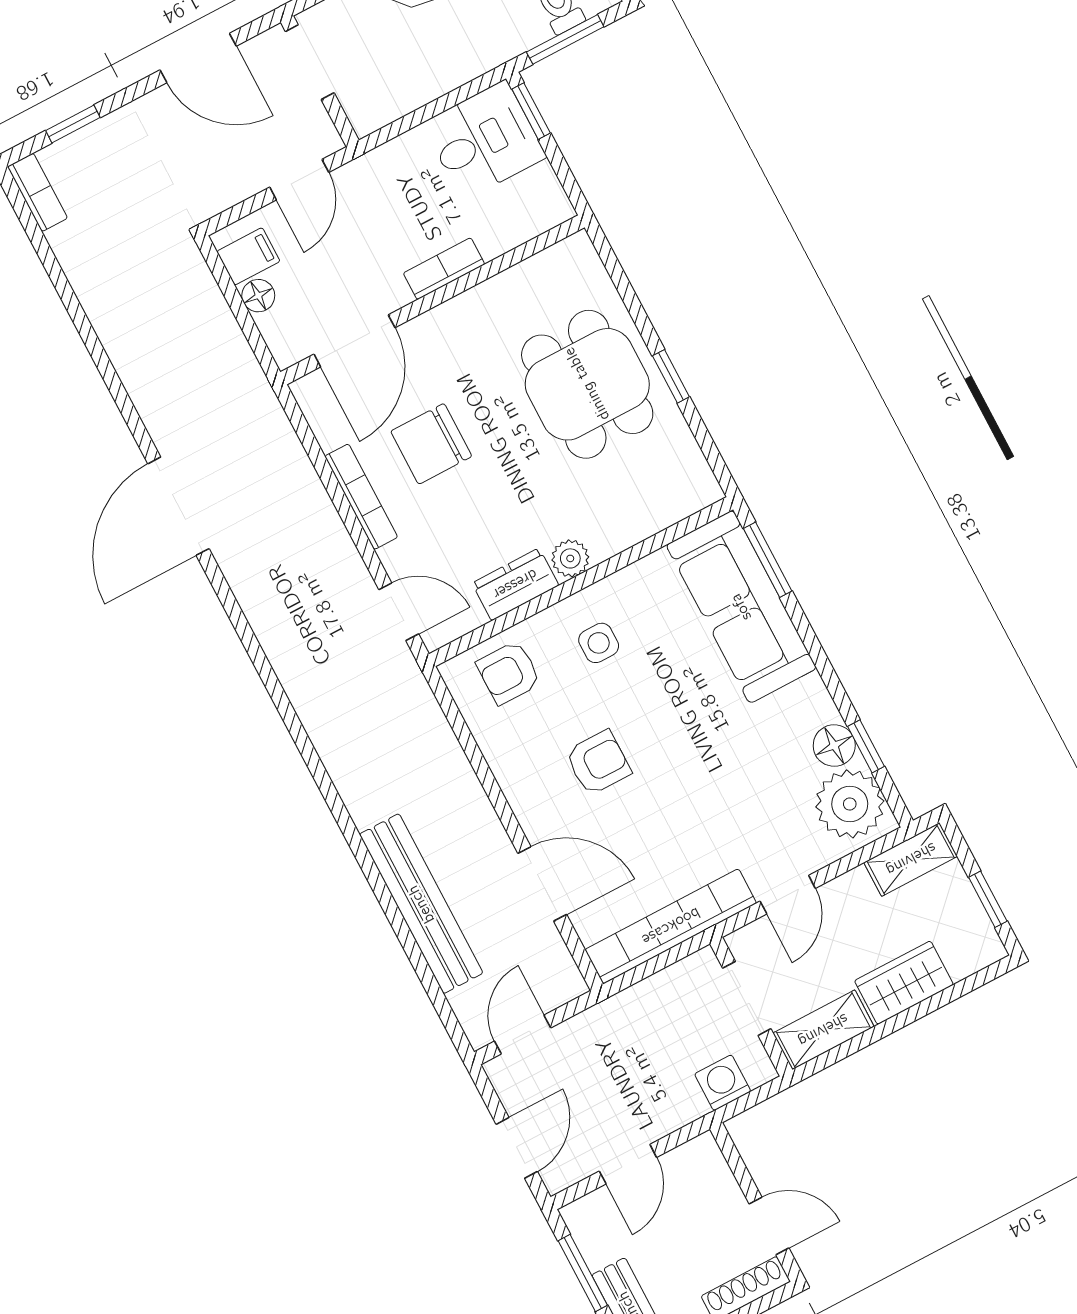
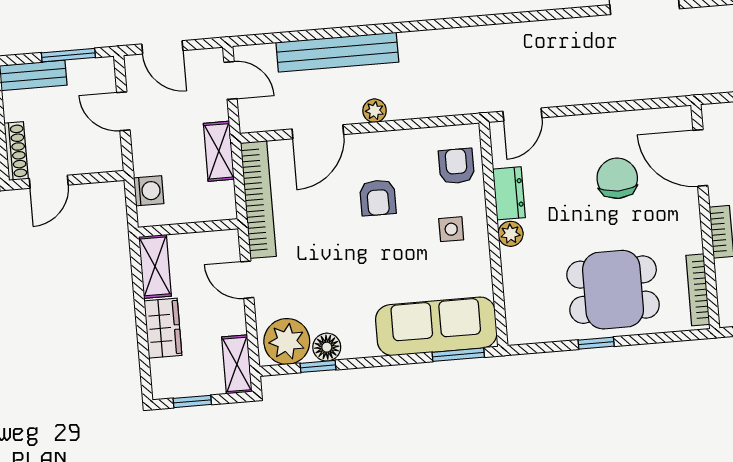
bookcase: (361, 497) -> (698, 290), moved, turned 90
plant: (480, 818) -> (375, 111), added
doorway: (747, 998) -> (194, 227), removed
shelving: (627, 1009) -> (219, 151), added

